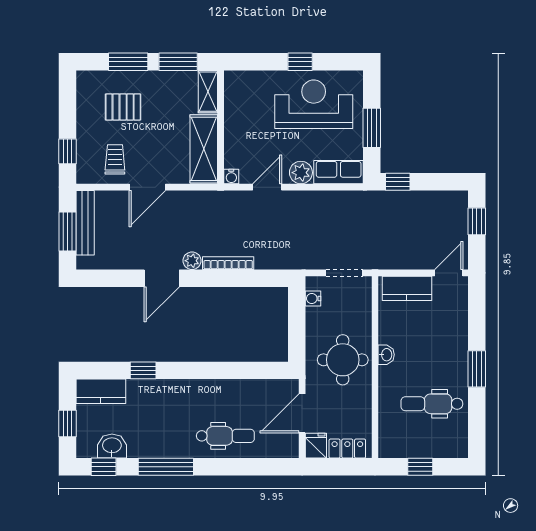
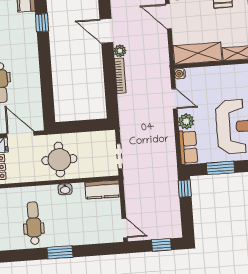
kitchen counter: (407, 288) -> (102, 190), moved, turned -90
water cooler: (313, 298) -> (100, 136), removed

